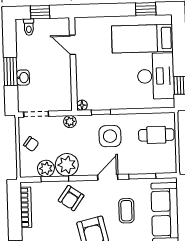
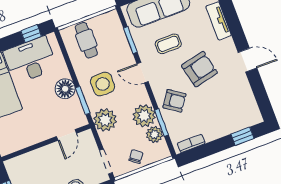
door: (73, 45) -> (67, 135), moved
floor lamp: (82, 105) -> (65, 89), moved, width x1.89, depth x1.89
window: (101, 112) -> (83, 100), width x1.50
plant: (70, 122) -> (105, 120), width x1.87, depth x1.87
bookcase: (26, 207) -> (191, 143), width x0.64

